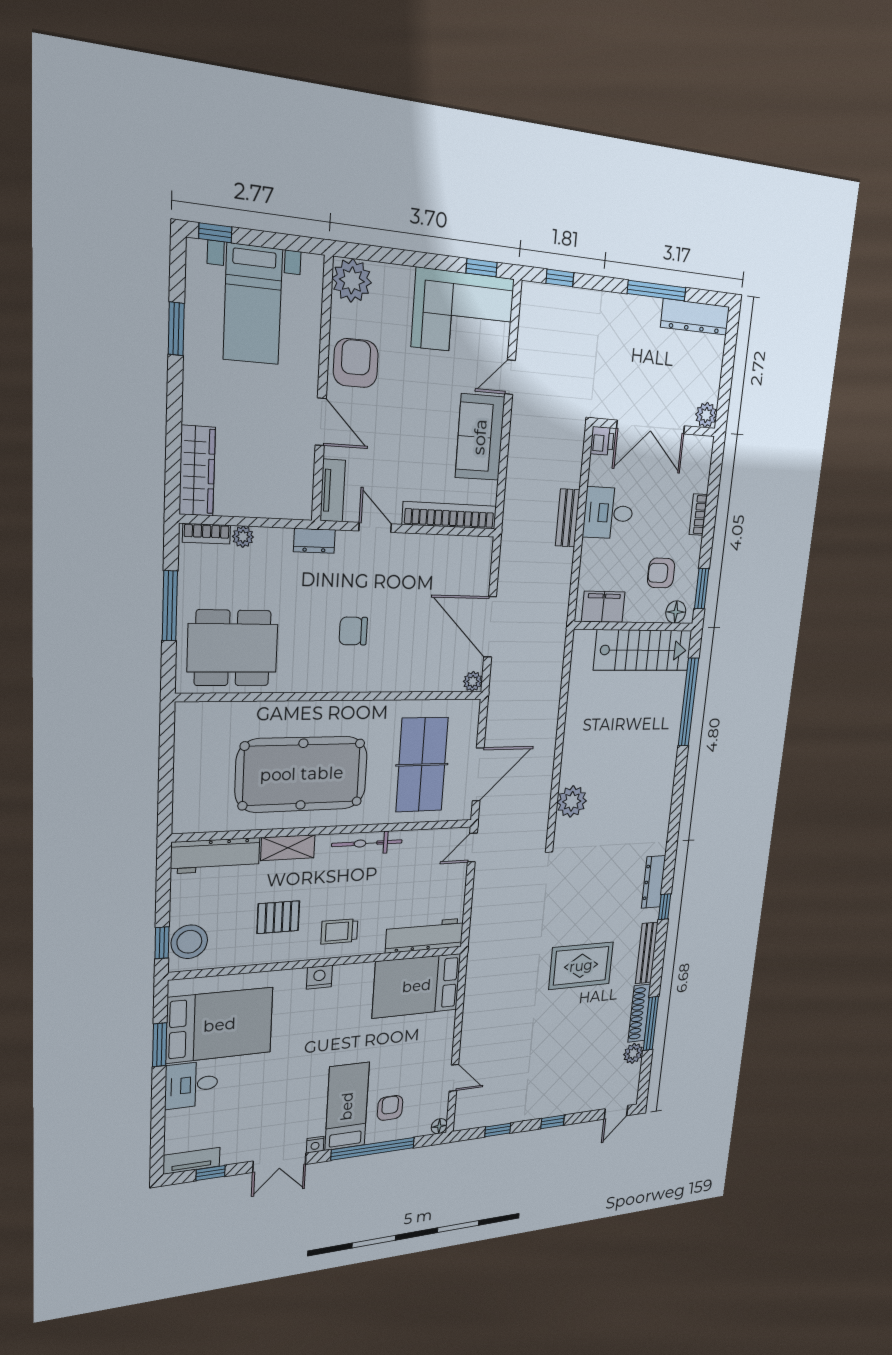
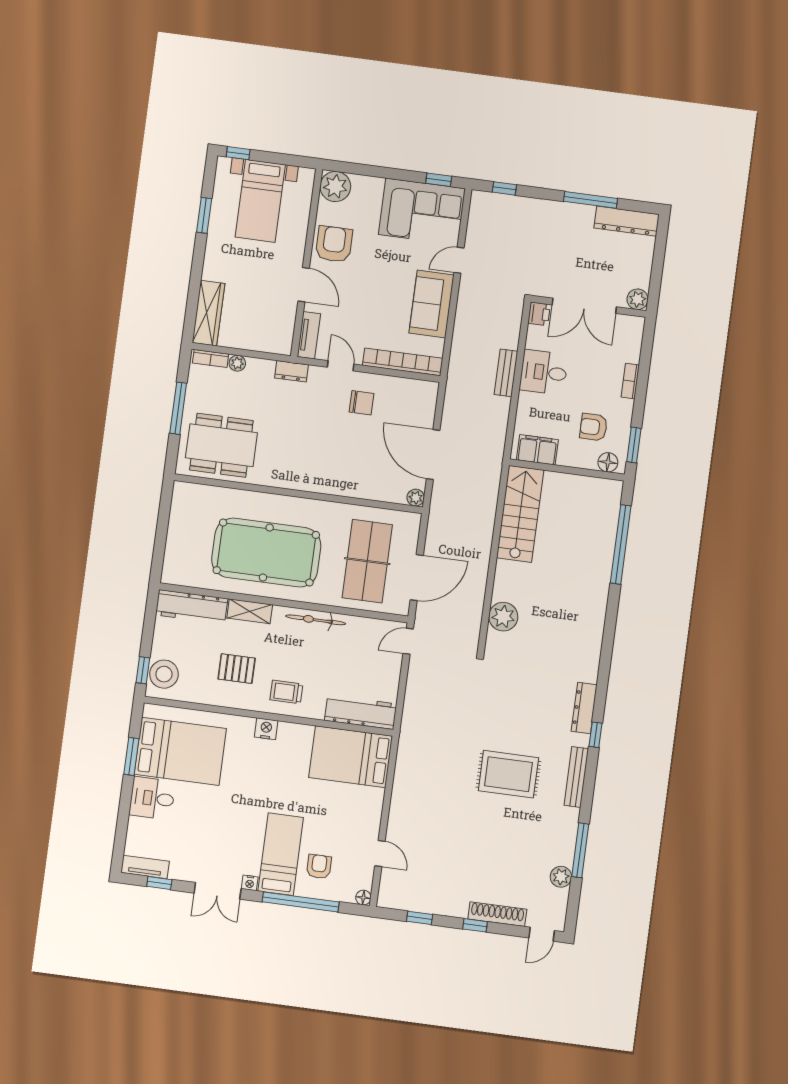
chair: (353, 631) -> (361, 403), moved, turned 180
stairs: (643, 650) -> (520, 514), moved, turned -90
shoe rack: (639, 1013) -> (497, 914), moved, turned 90

